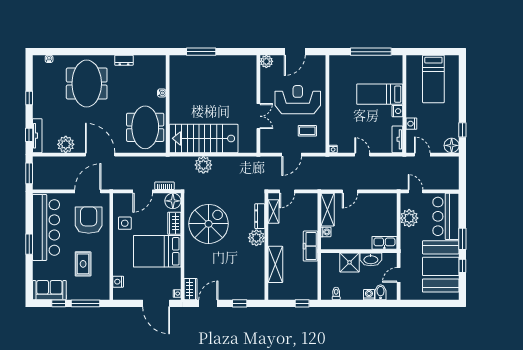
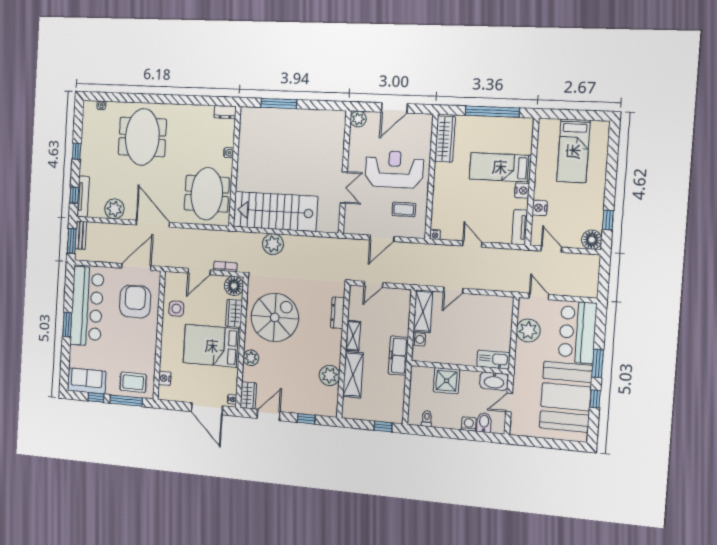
dresser: (124, 60) -> (225, 112), moved
wardrobe: (336, 74) -> (445, 139), added
bench: (37, 168) -> (81, 235), added
shelving: (273, 212) -> (353, 336), moved
plant: (256, 238) -> (329, 375), moved
plant: (191, 258) -> (251, 358), added
washbasin: (371, 259) -> (494, 381), moved
rug: (83, 264) -> (133, 382), moved, turned 90

